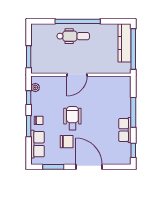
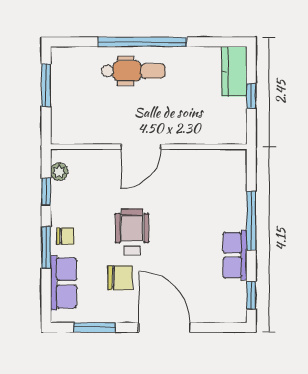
kitchen counter: (125, 43) -> (234, 71), width x0.67
window: (133, 49) -> (251, 96), width x0.32
window: (29, 57) -> (46, 85), moved

